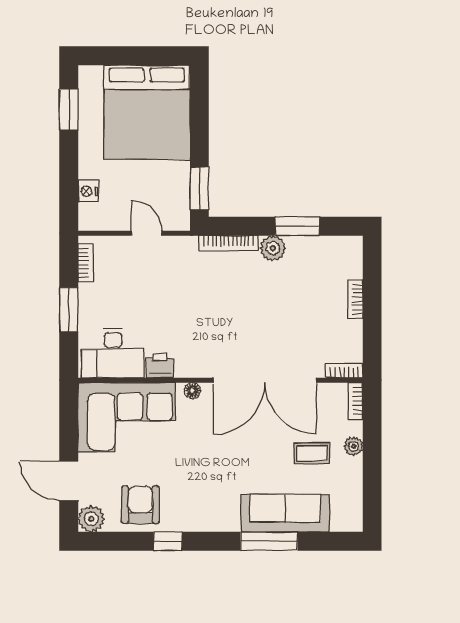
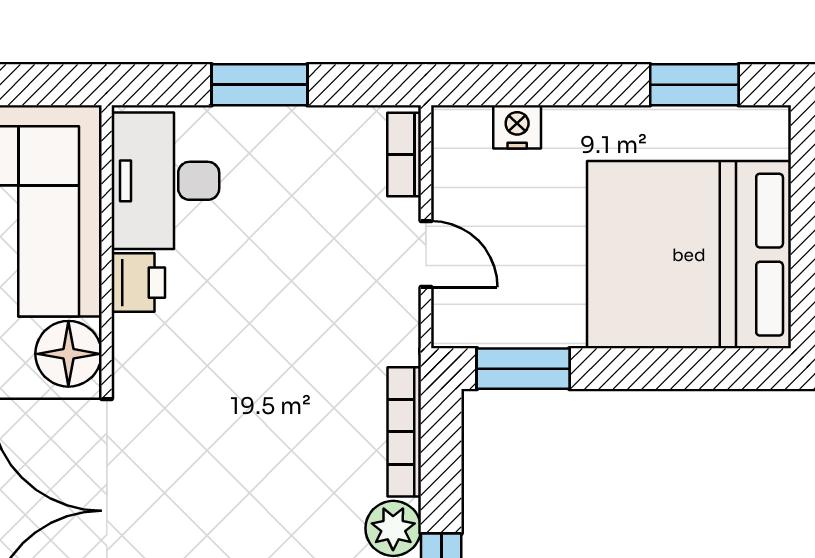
door: (147, 233) -> (426, 254), hinge flipped
bookcase: (86, 263) -> (404, 155), moved, turned 90
floor lamp: (193, 391) -> (68, 354), width x1.89, depth x1.89

